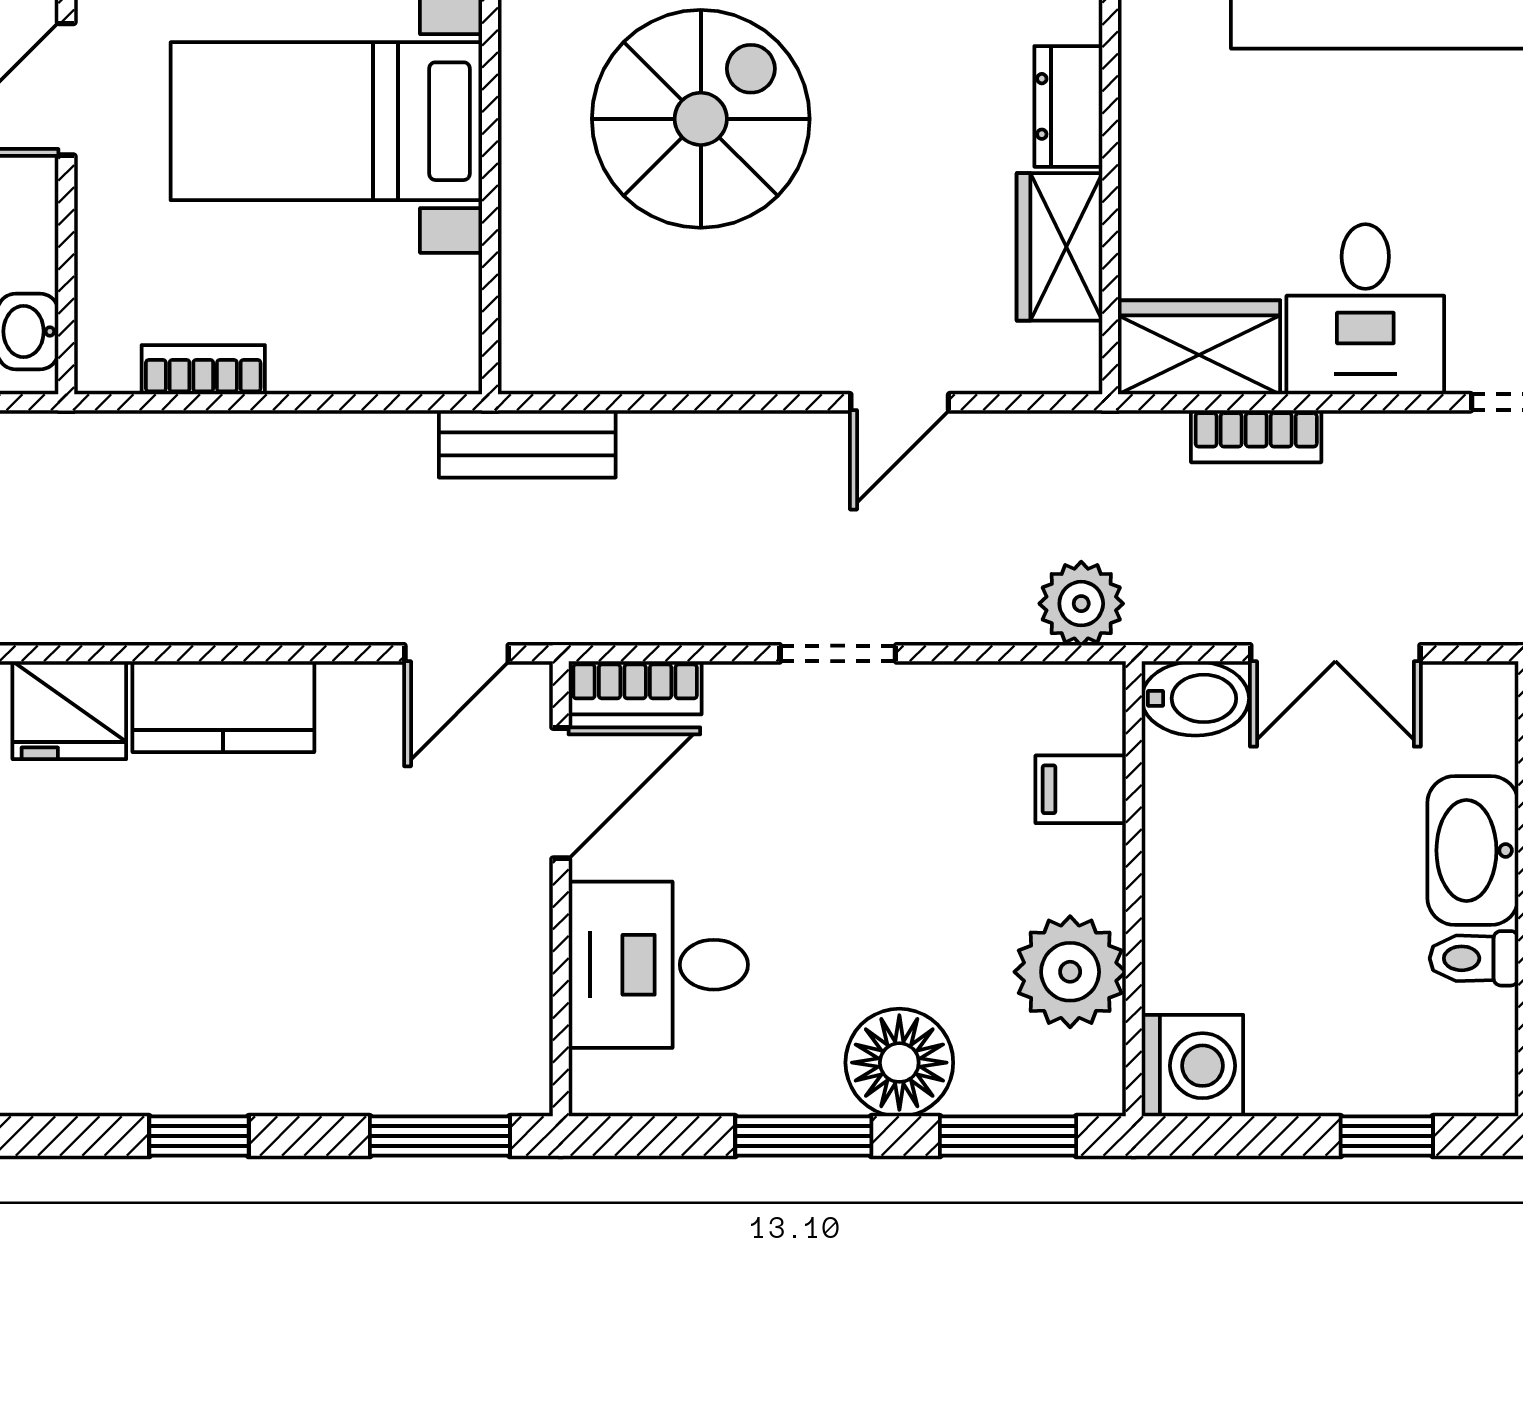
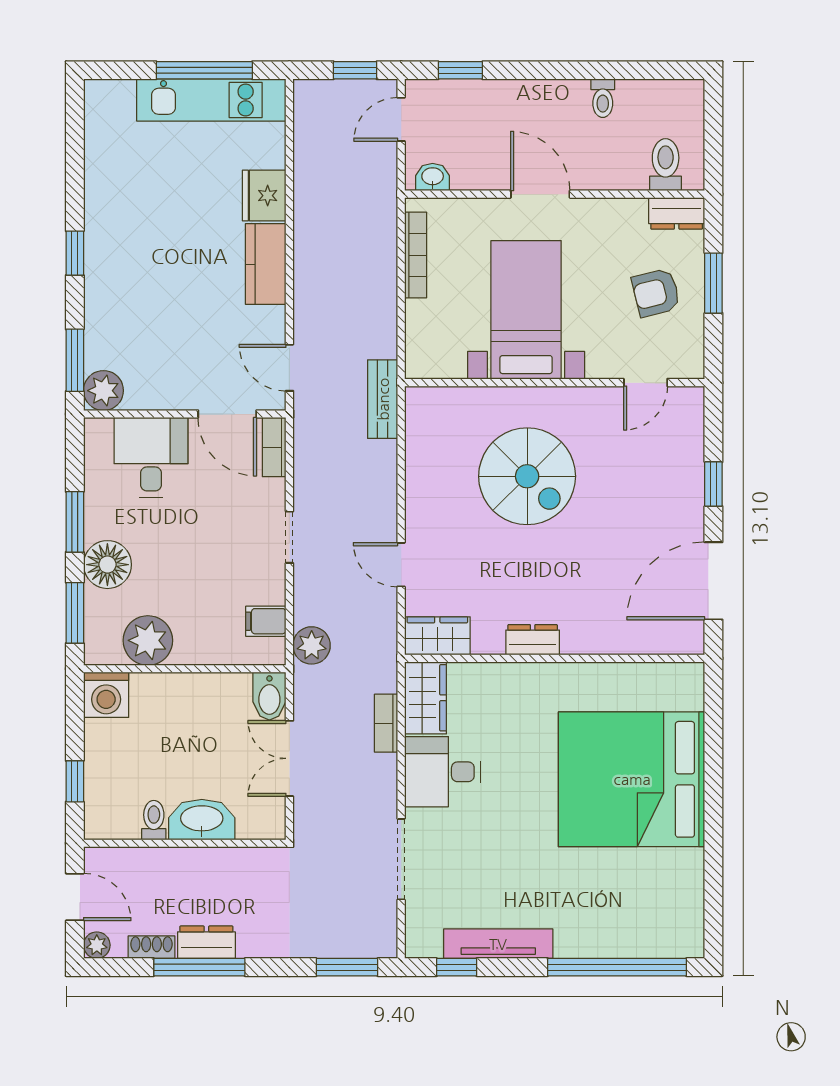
wardrobe: (1060, 247) -> (437, 636), moved
bookcase: (203, 370) -> (416, 255), width x1.56
filing cabinet: (1081, 789) -> (266, 621), moved, turned -90
plant: (508, 1072) -> (103, 391), added

